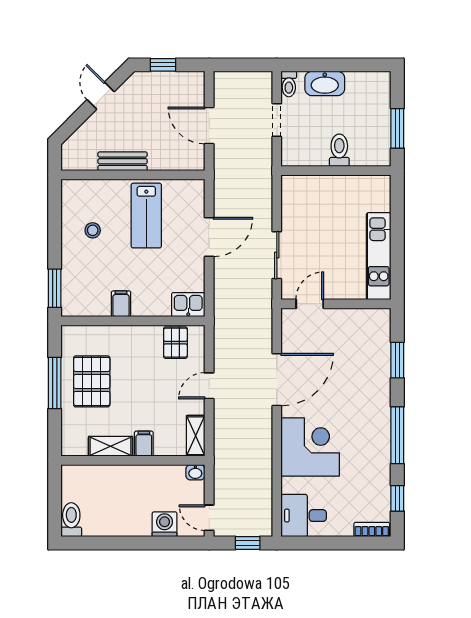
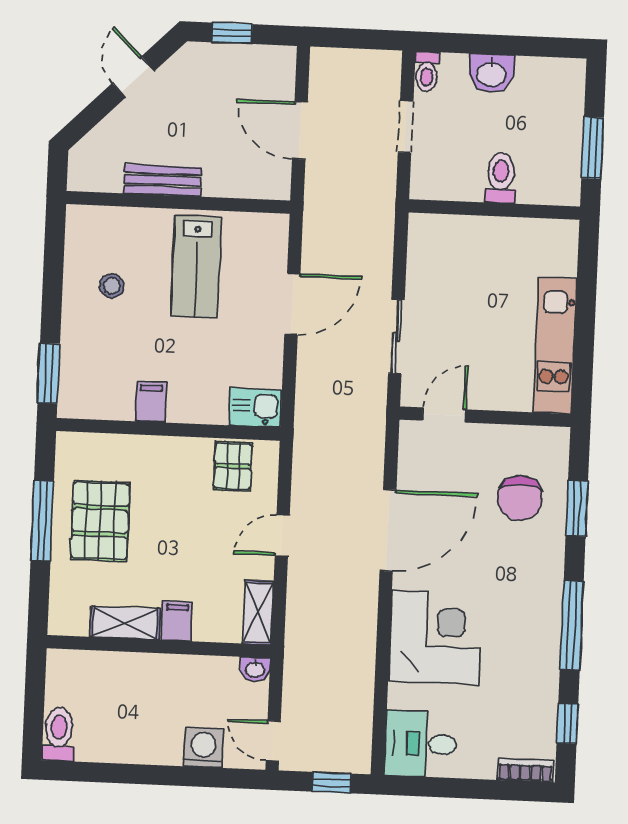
washbasin: (325, 83) -> (491, 73), width x0.72
chair: (360, 355) -> (520, 498), added

